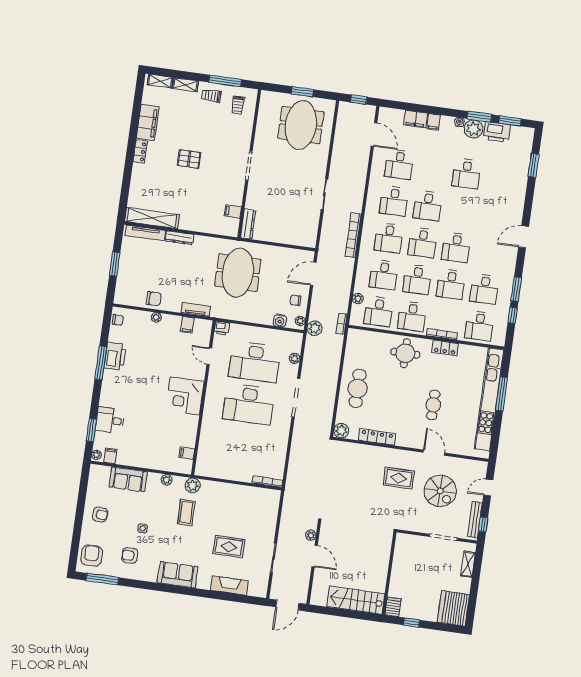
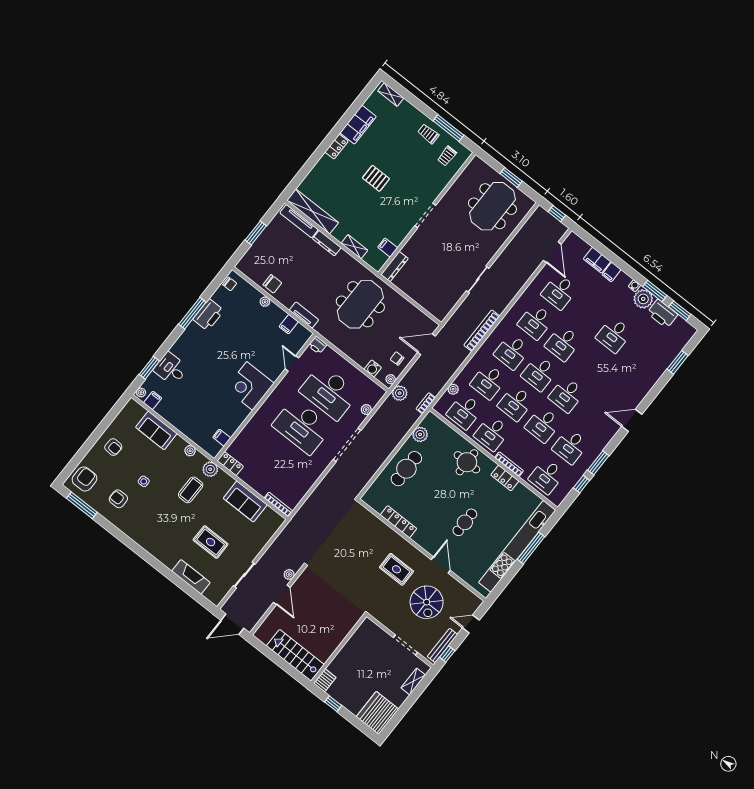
shelving: (185, 85) -> (354, 247), moved
plant: (341, 431) -> (420, 434), moved
locker: (207, 471) -> (230, 464), added
sofa: (178, 575) -> (245, 501), moved, turned 180

